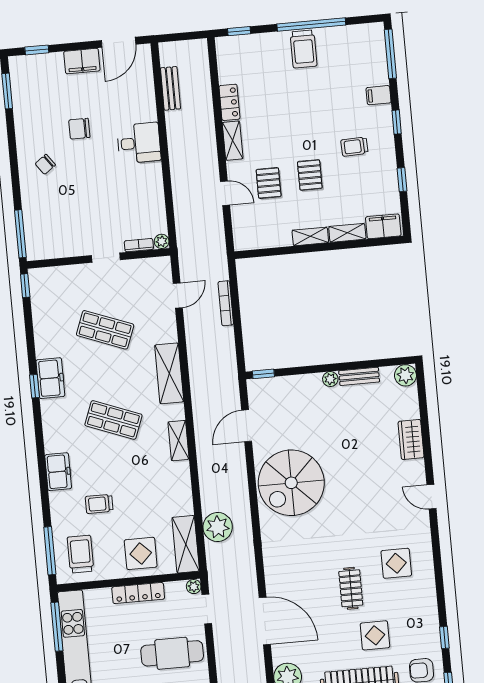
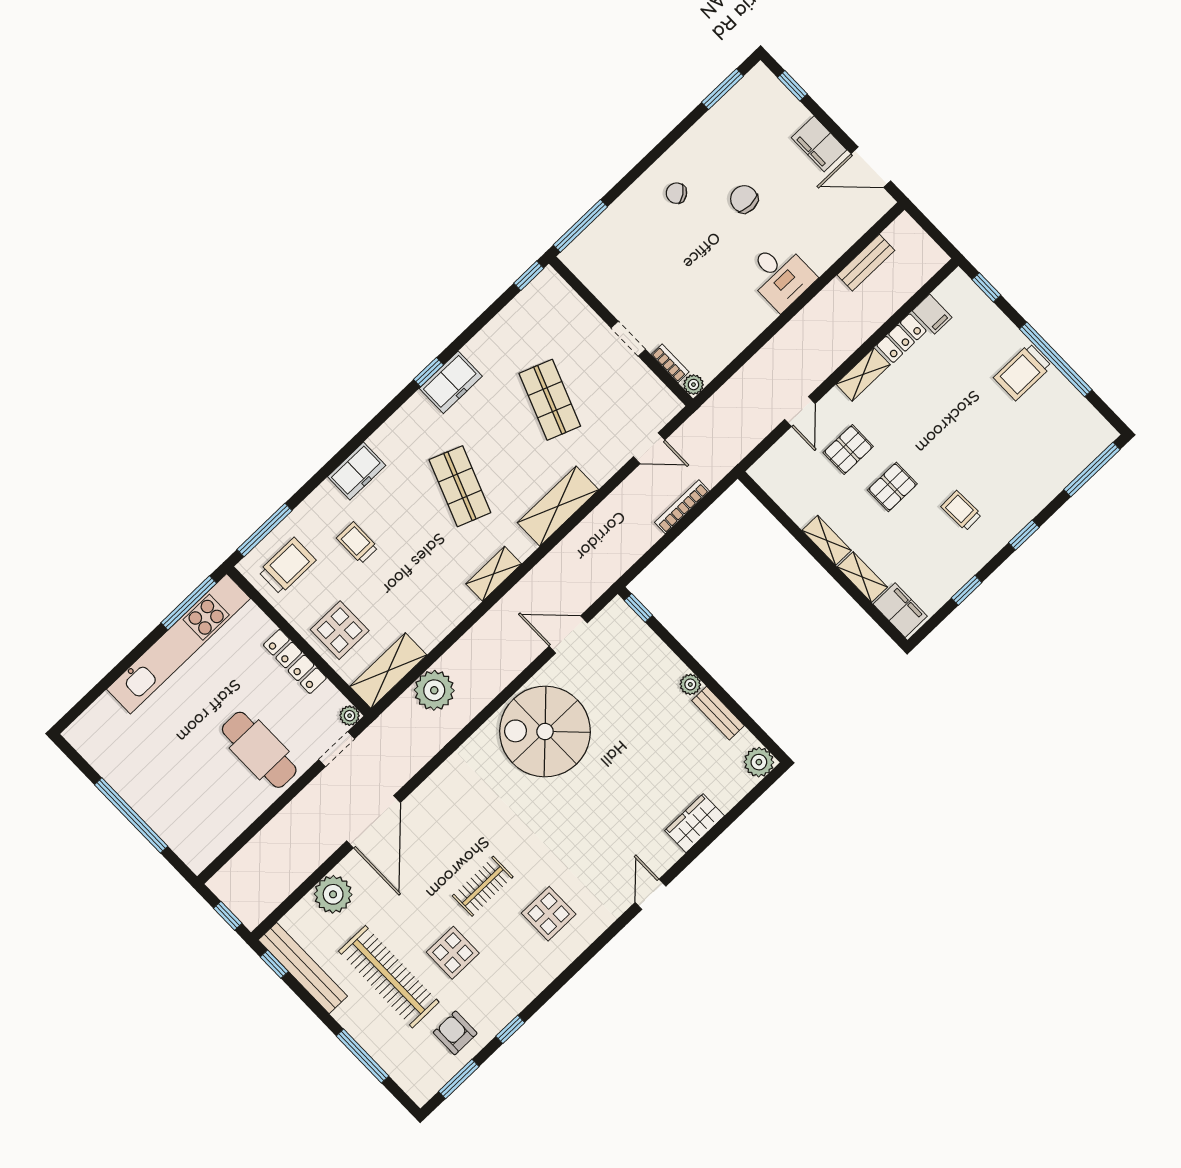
filing cabinet: (379, 95) -> (932, 314), moved, turned 180

